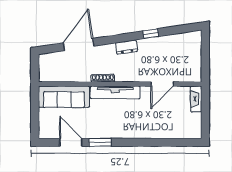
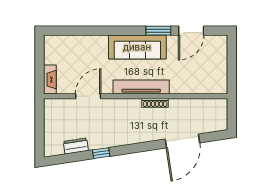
dresser: (126, 47) -> (76, 146), moved
sofa: (64, 97) -> (137, 47), moved, turned 180
door: (71, 142) -> (191, 31), hinge flipped

